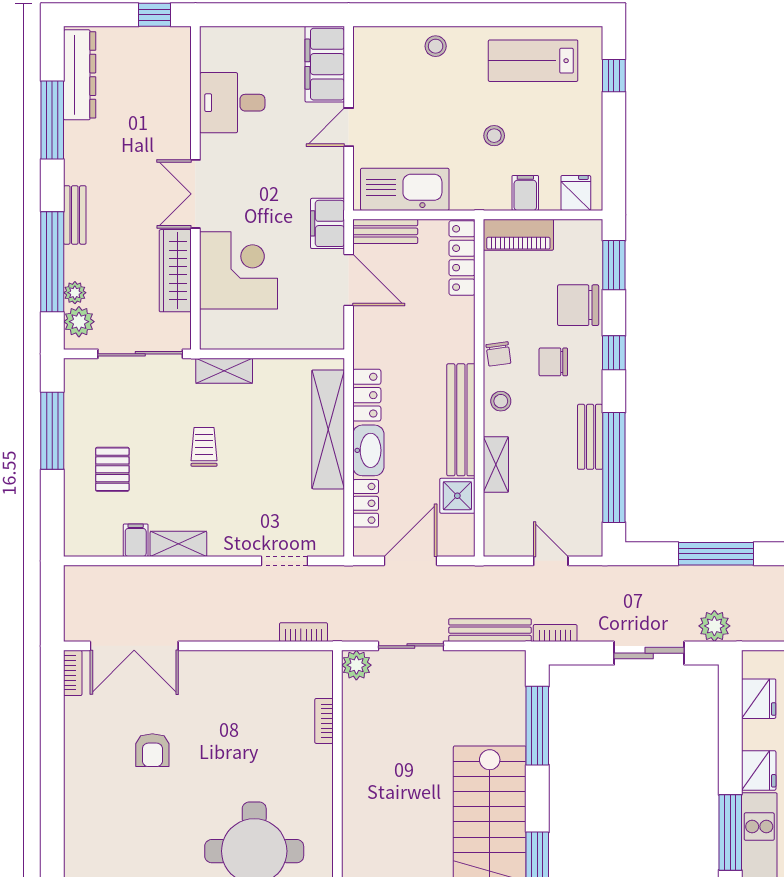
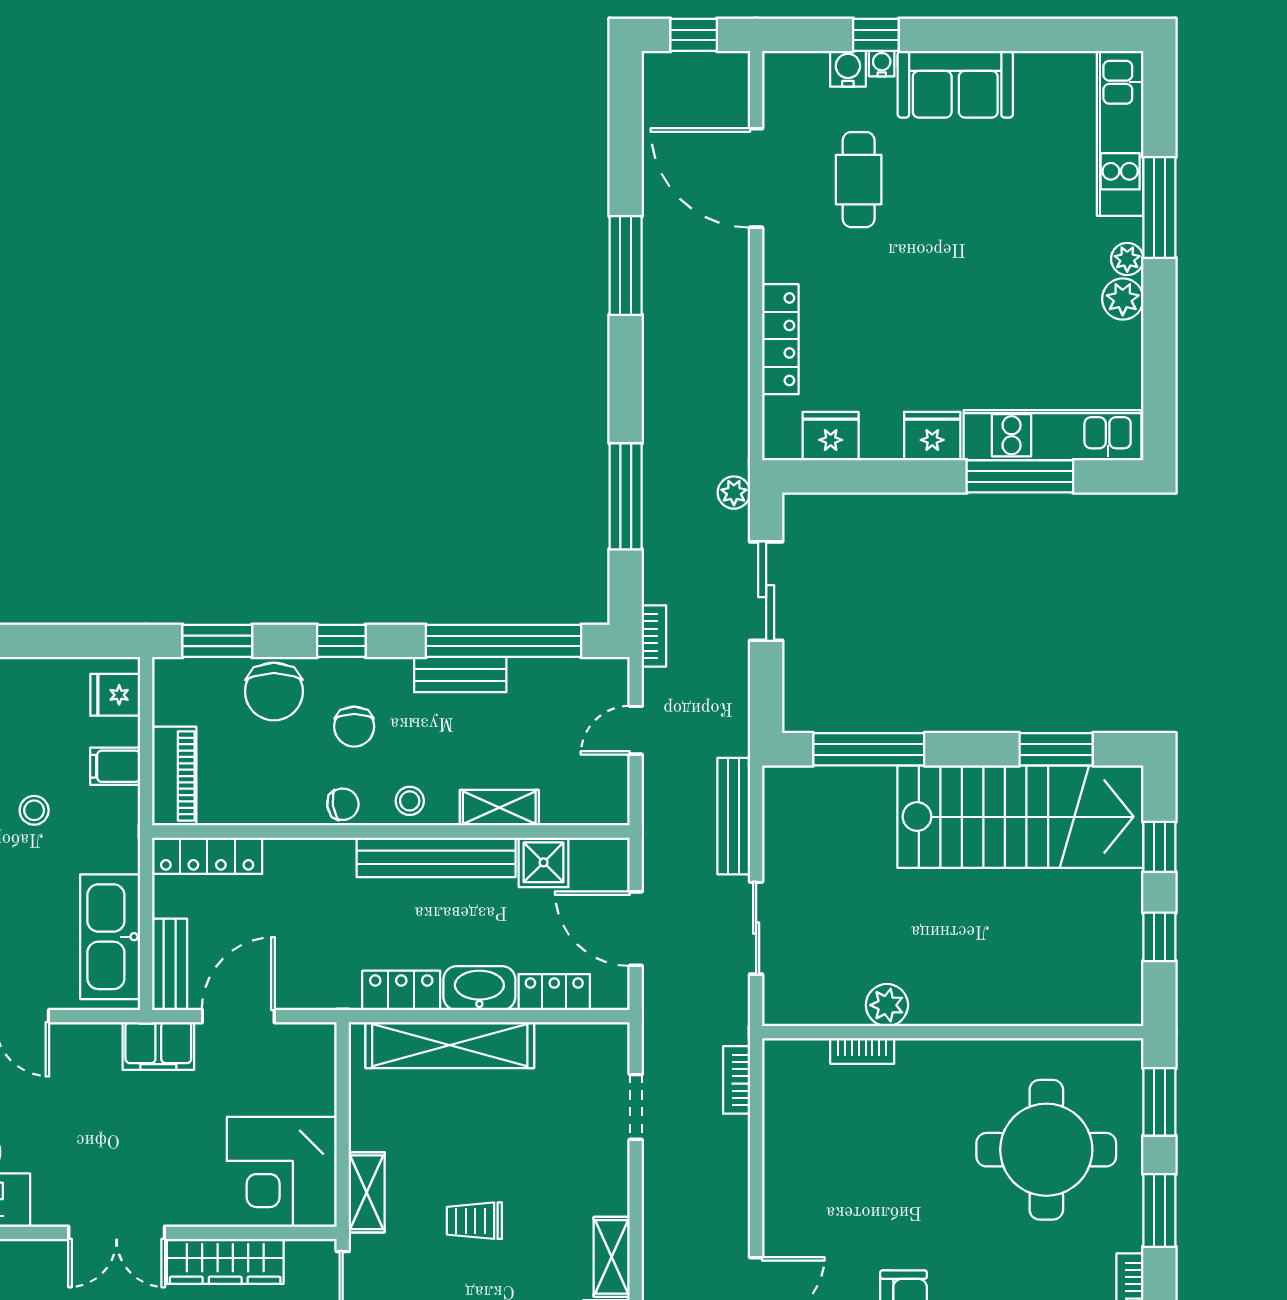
corner desk: (239, 270) -> (282, 1172), moved, turned -90
plant: (714, 626) -> (734, 493), width x0.73, depth x0.73
bookcase: (555, 633) -> (654, 636), moved, turned 180
plant: (356, 665) -> (887, 1005), moved

